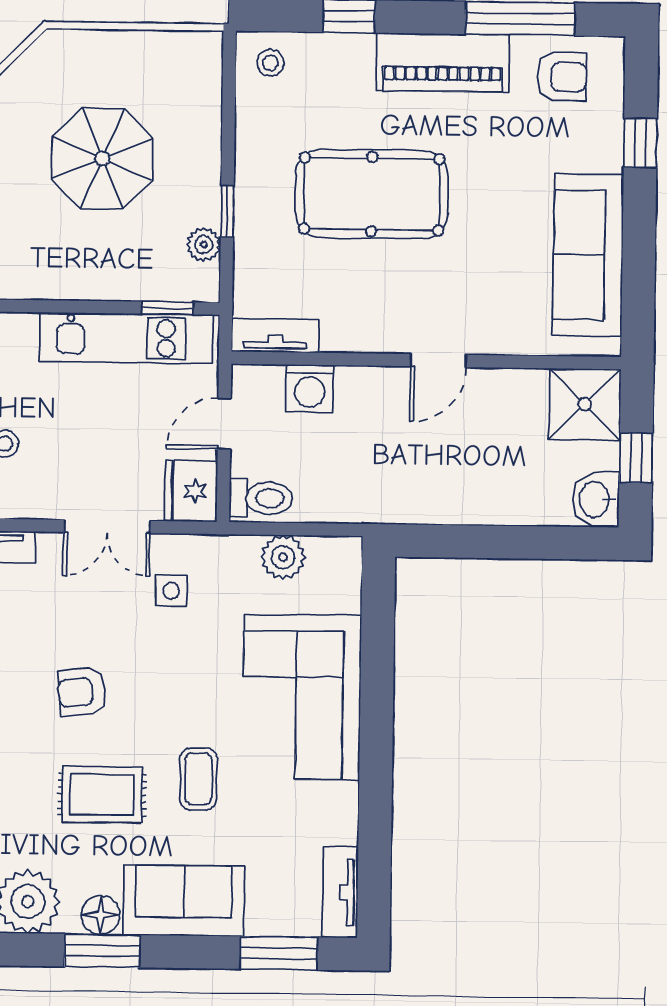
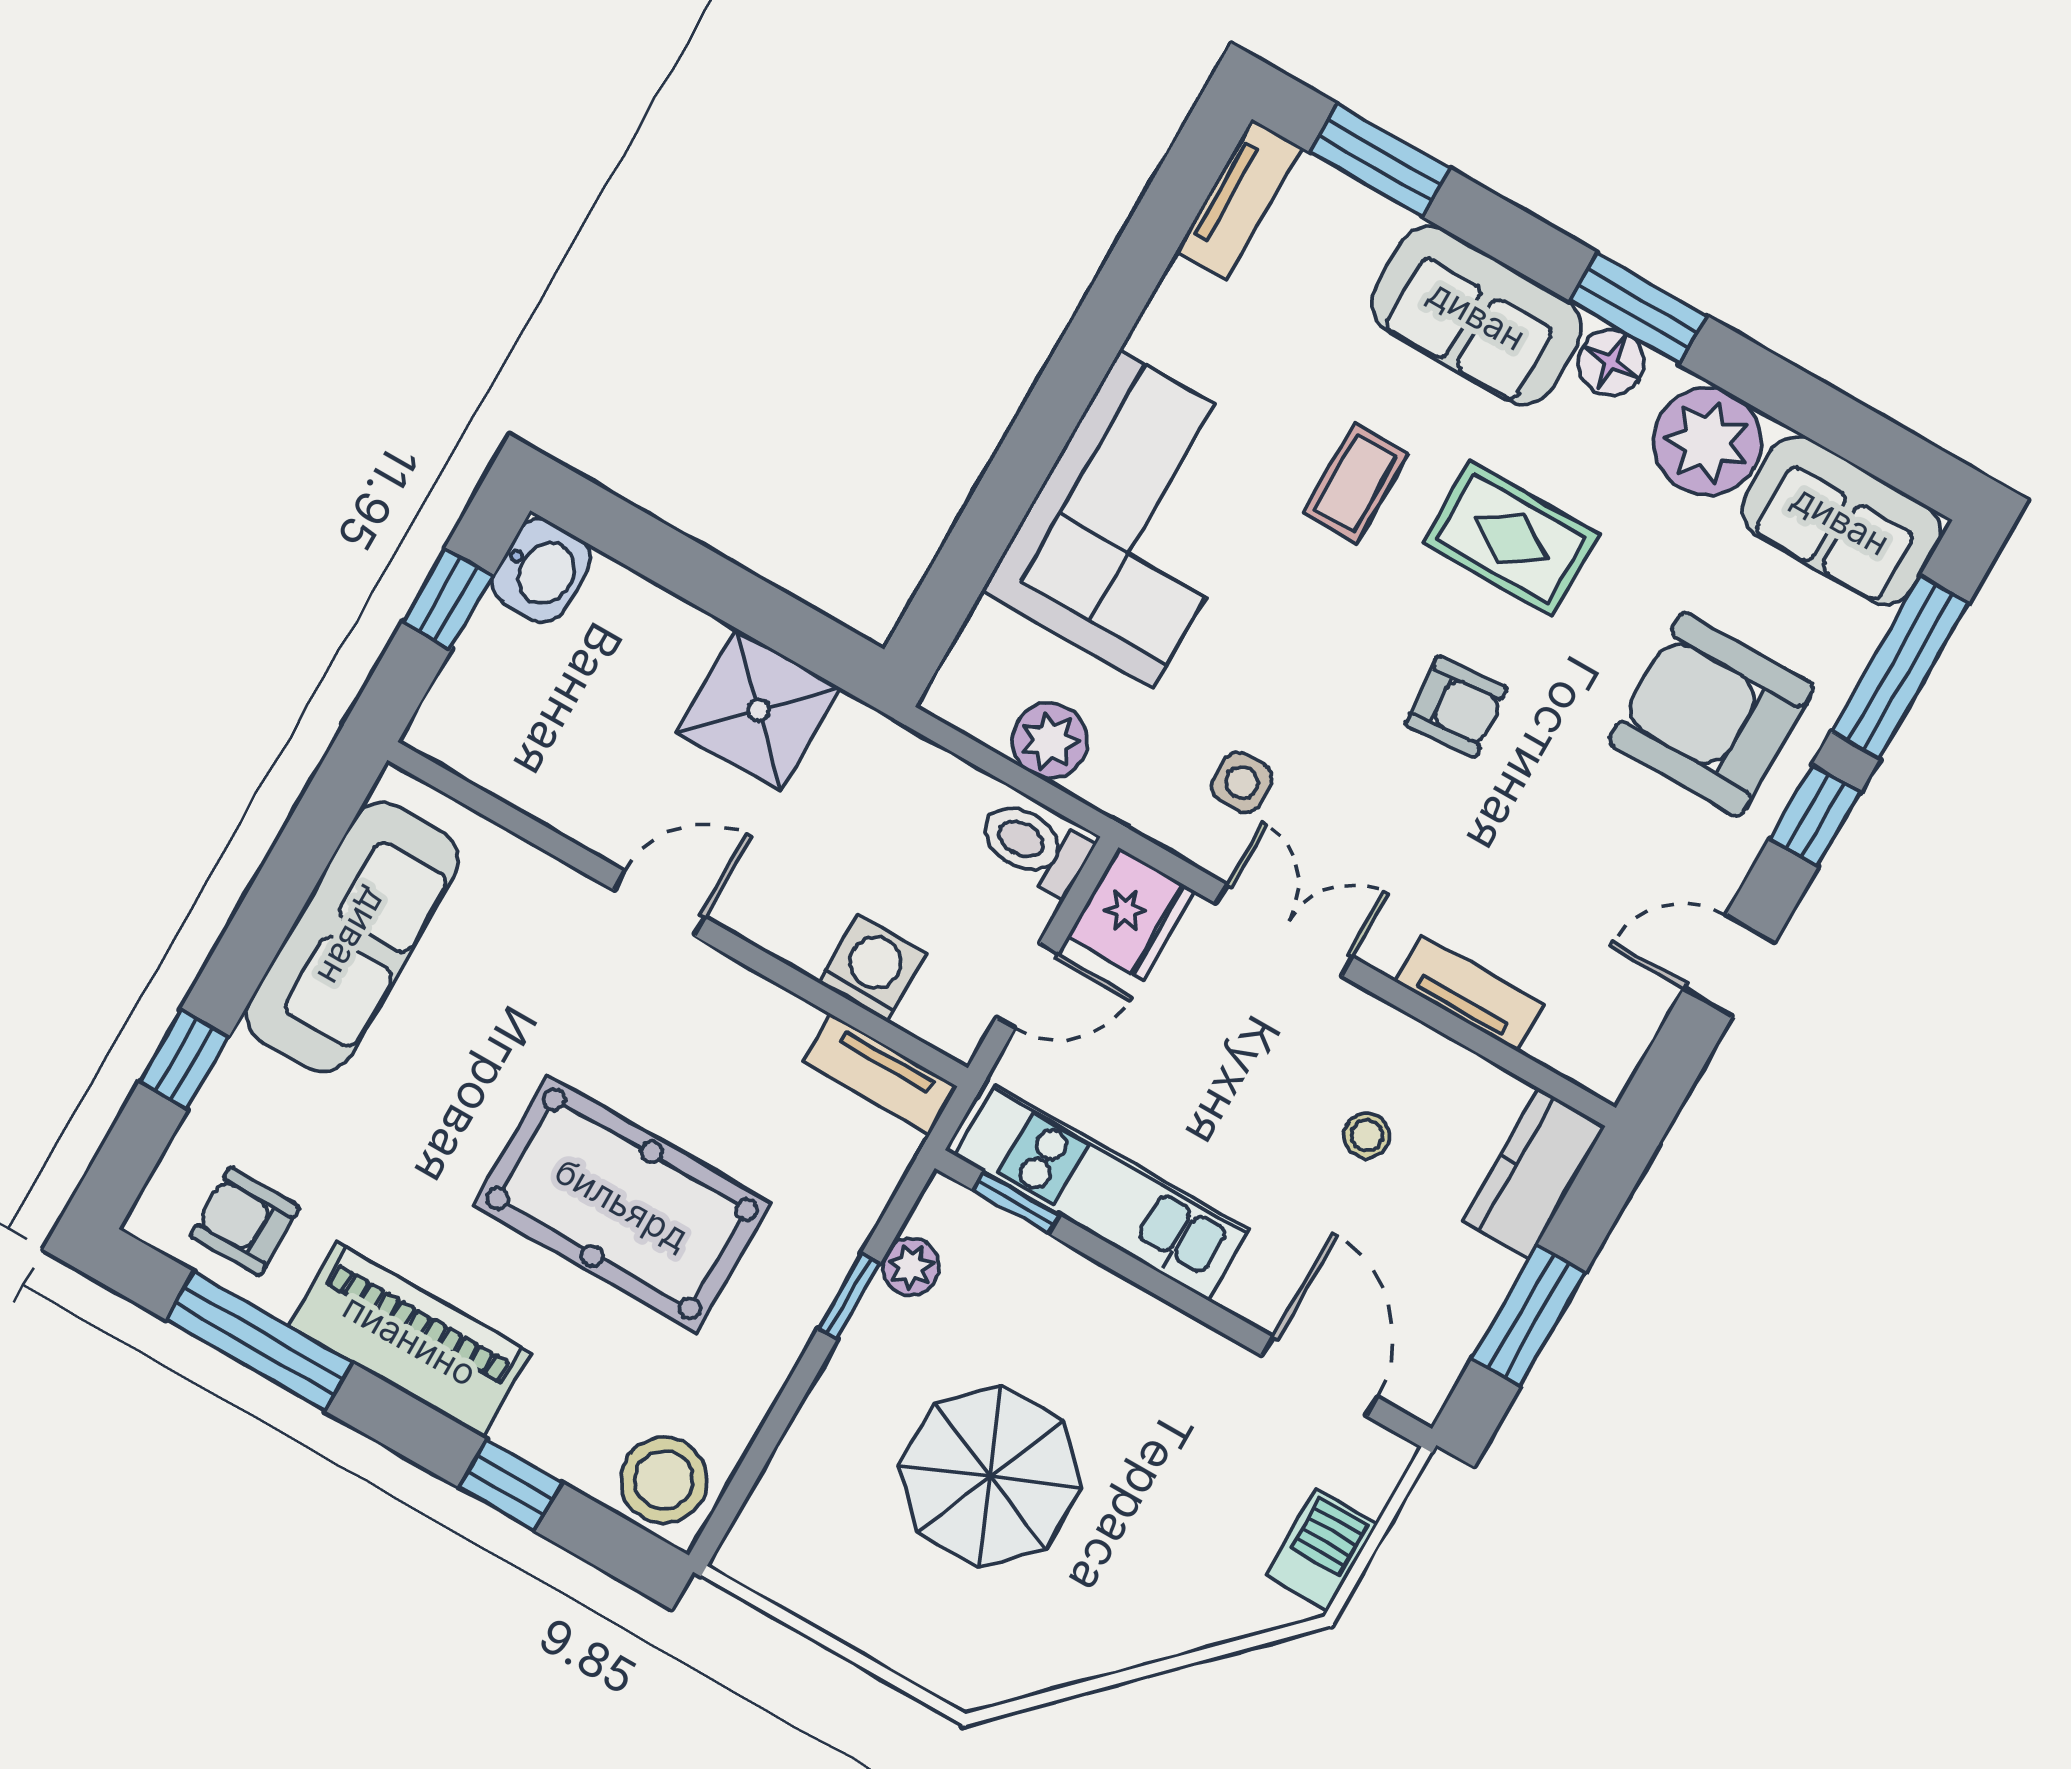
stool: (270, 63) -> (664, 1480), width x1.89, depth x1.89
shower: (585, 404) -> (759, 710), moved

